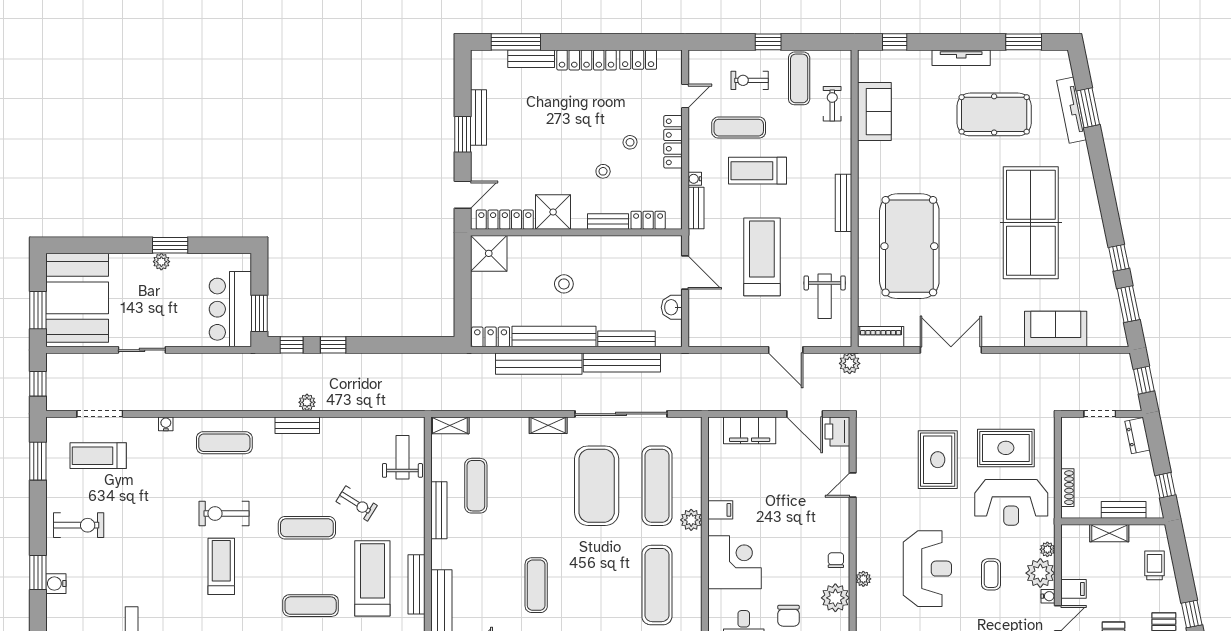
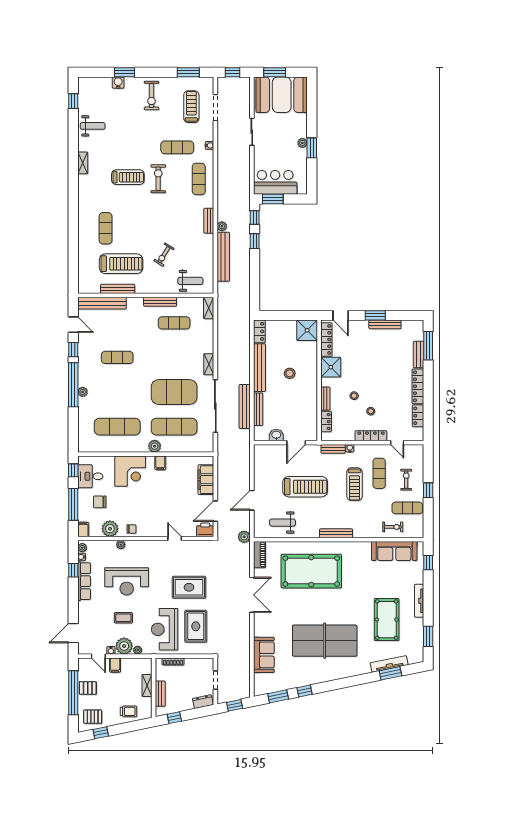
sofa: (874, 112) -> (394, 551), width x1.36
treadmill: (758, 171) -> (354, 484), turned 180
bench: (539, 364) -> (223, 257), moved
exercise mat: (307, 528) -> (177, 147), moved, turned 90

